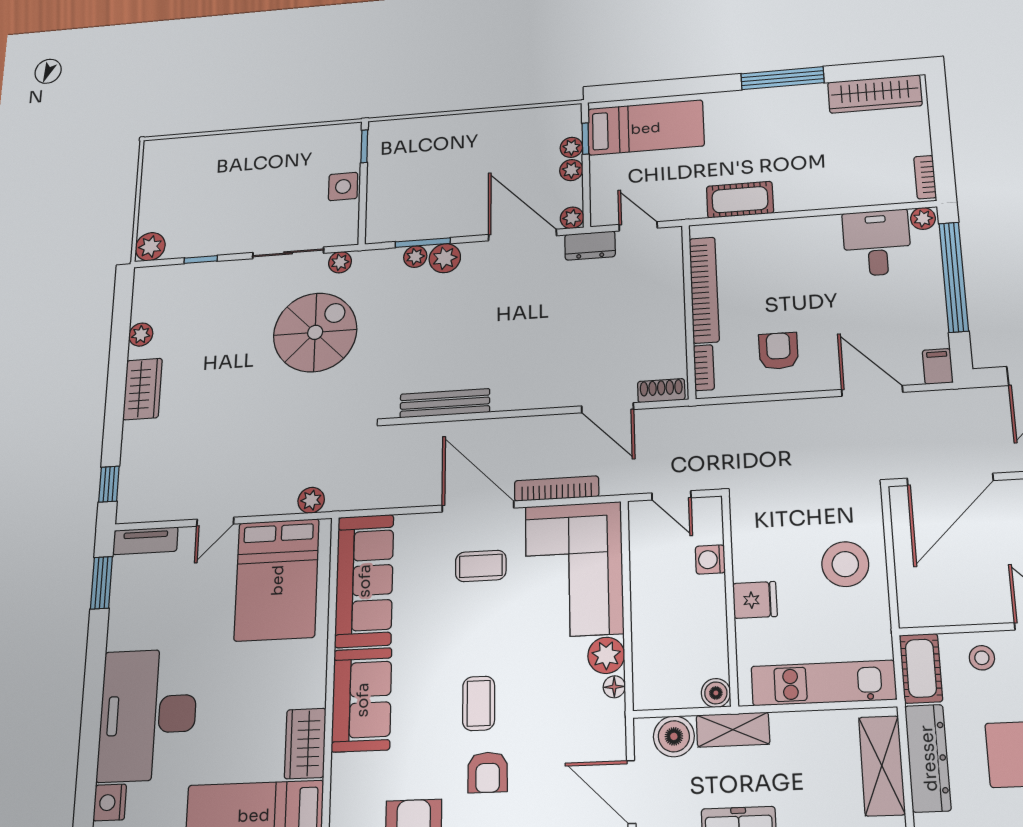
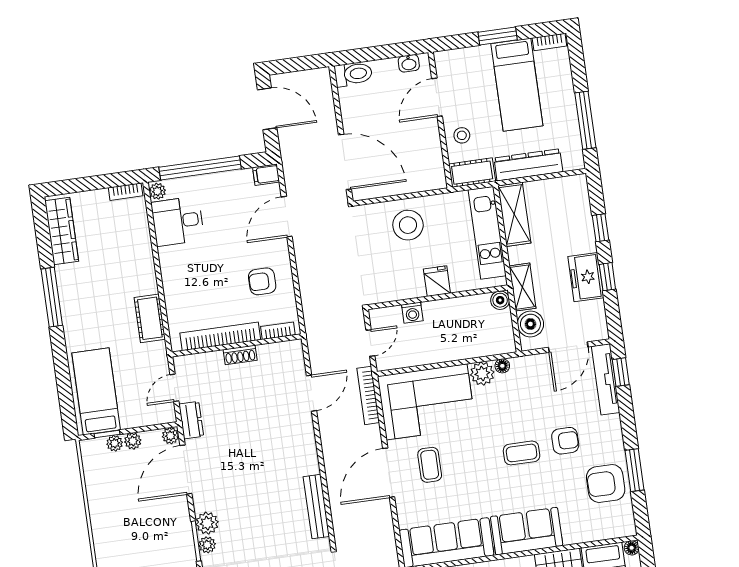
shoe rack: (661, 391) -> (240, 355), moved, turned -90
bookcase: (557, 489) -> (368, 395), moved
shelving: (882, 766) -> (514, 214), moved, turned 90

